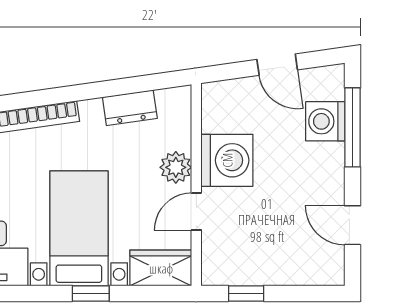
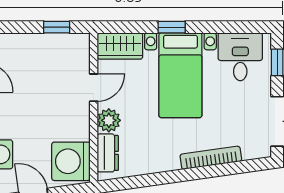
dresser: (130, 108) -> (108, 153), moved, turned 98
washing machine: (227, 160) -> (71, 161), moved

